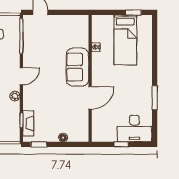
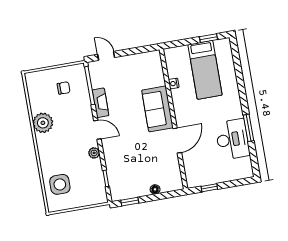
door: (21, 76) -> (97, 130), hinge flipped
fireplace: (28, 123) -> (101, 103), moved
desk: (134, 128) -> (232, 139), moved, turned -90
window: (121, 144) -> (209, 188), moved

